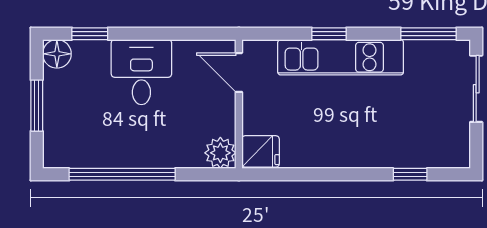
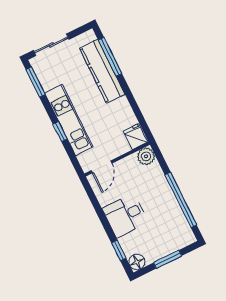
kitchen counter: (393, 150) -> (102, 71), added
window: (410, 174) -> (110, 57), width x2.17

